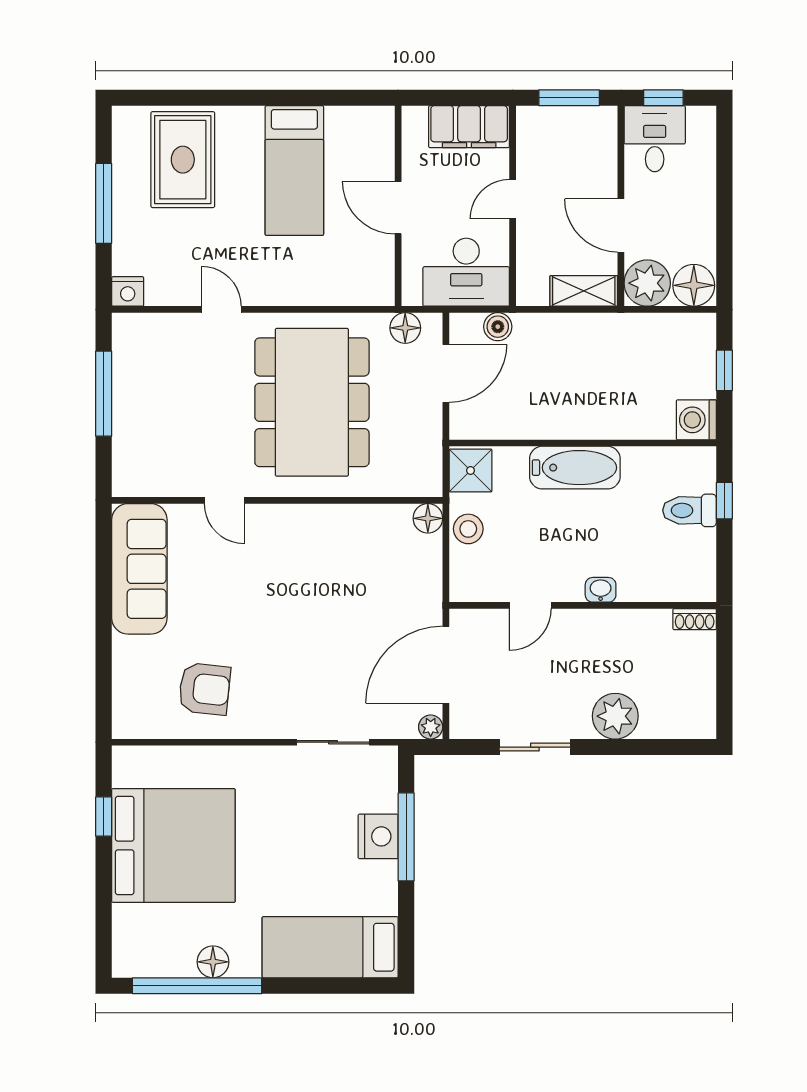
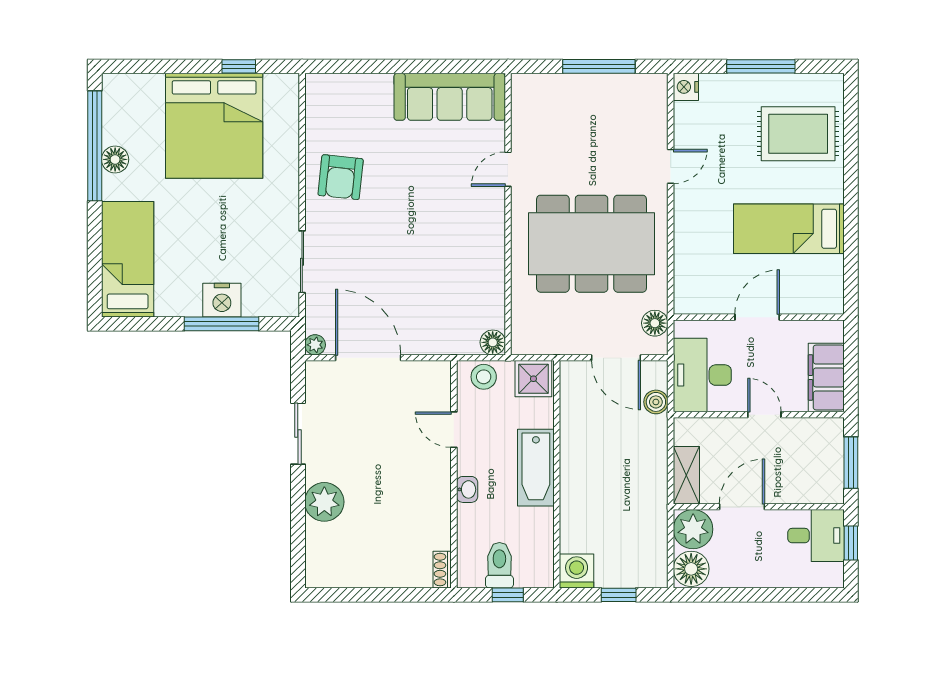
washbasin: (601, 590) -> (467, 489), moved
door: (530, 605) -> (454, 430), moved
wall: (583, 605) -> (454, 474), moved
shoe rack: (695, 619) -> (442, 570), moved
armchair: (204, 689) -> (341, 177), moved

